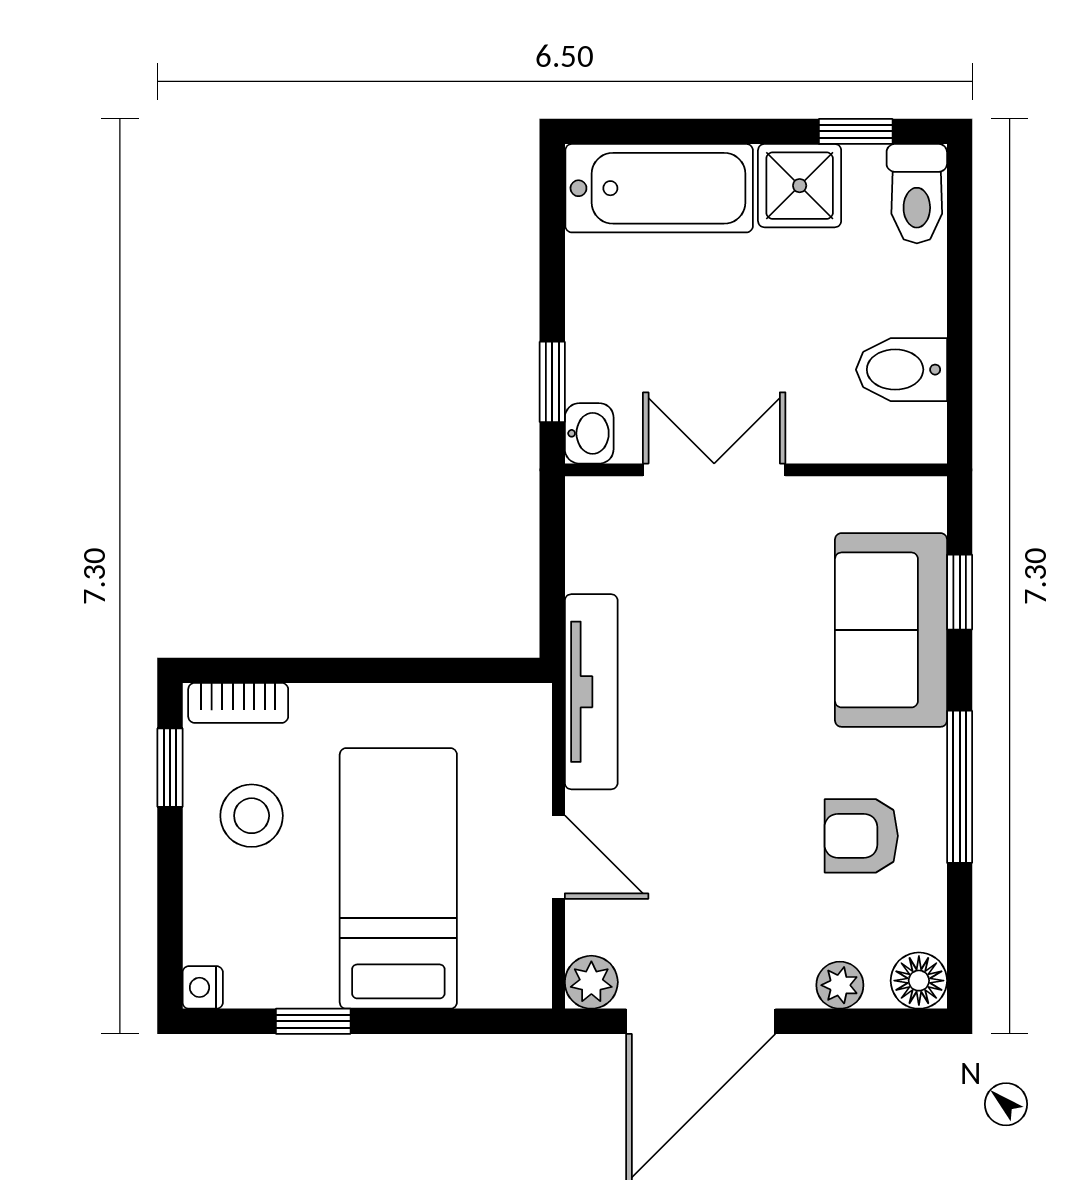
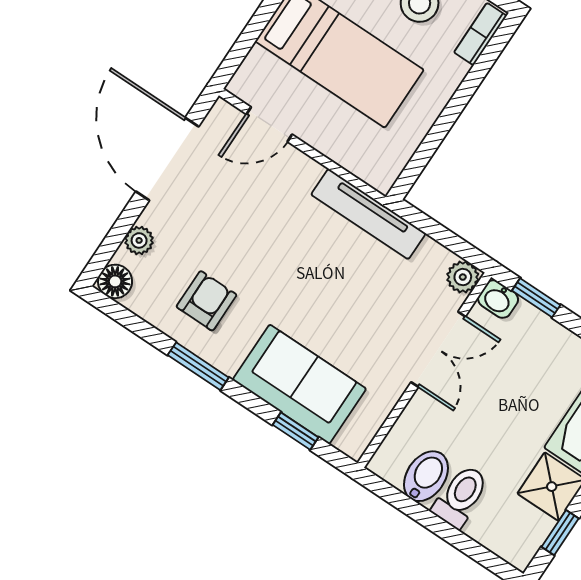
toilet: (917, 194) -> (461, 496), moved, turned 90
window: (960, 787) -> (198, 366), width x0.69
door: (559, 857) -> (269, 124), moved
plant: (591, 982) -> (463, 277), moved

